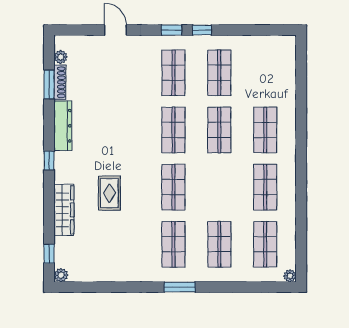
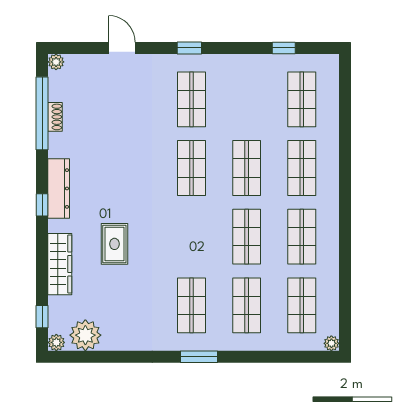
window: (202, 30) -> (284, 48), moved
plant: (61, 57) -> (56, 62), moved
shop shelf: (219, 73) -> (302, 99), moved
shoe rack: (60, 82) -> (55, 117), width x0.70
window: (49, 85) -> (42, 113), width x2.11
dresser: (63, 126) -> (59, 188), moved
shop shelf: (173, 187) -> (247, 237), moved
plant: (85, 269) -> (85, 335), added

